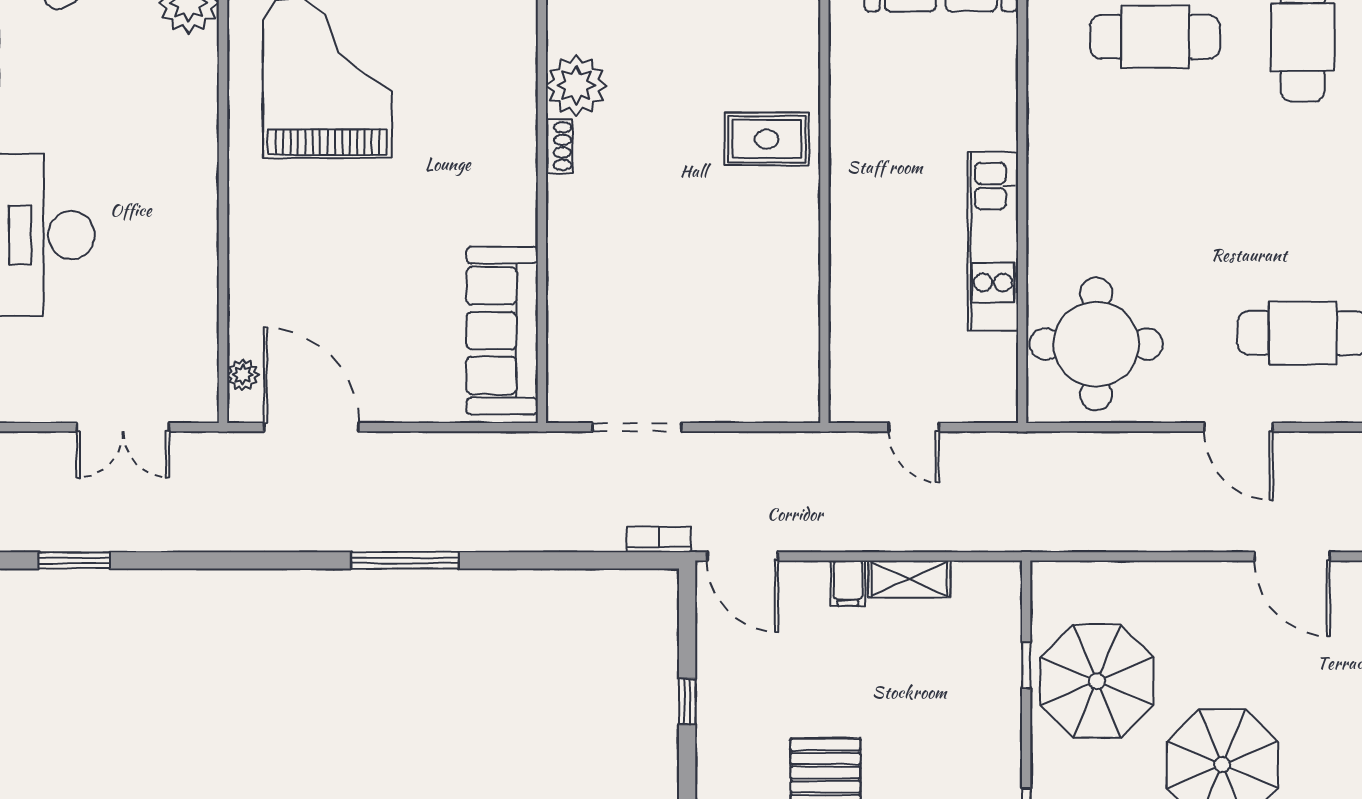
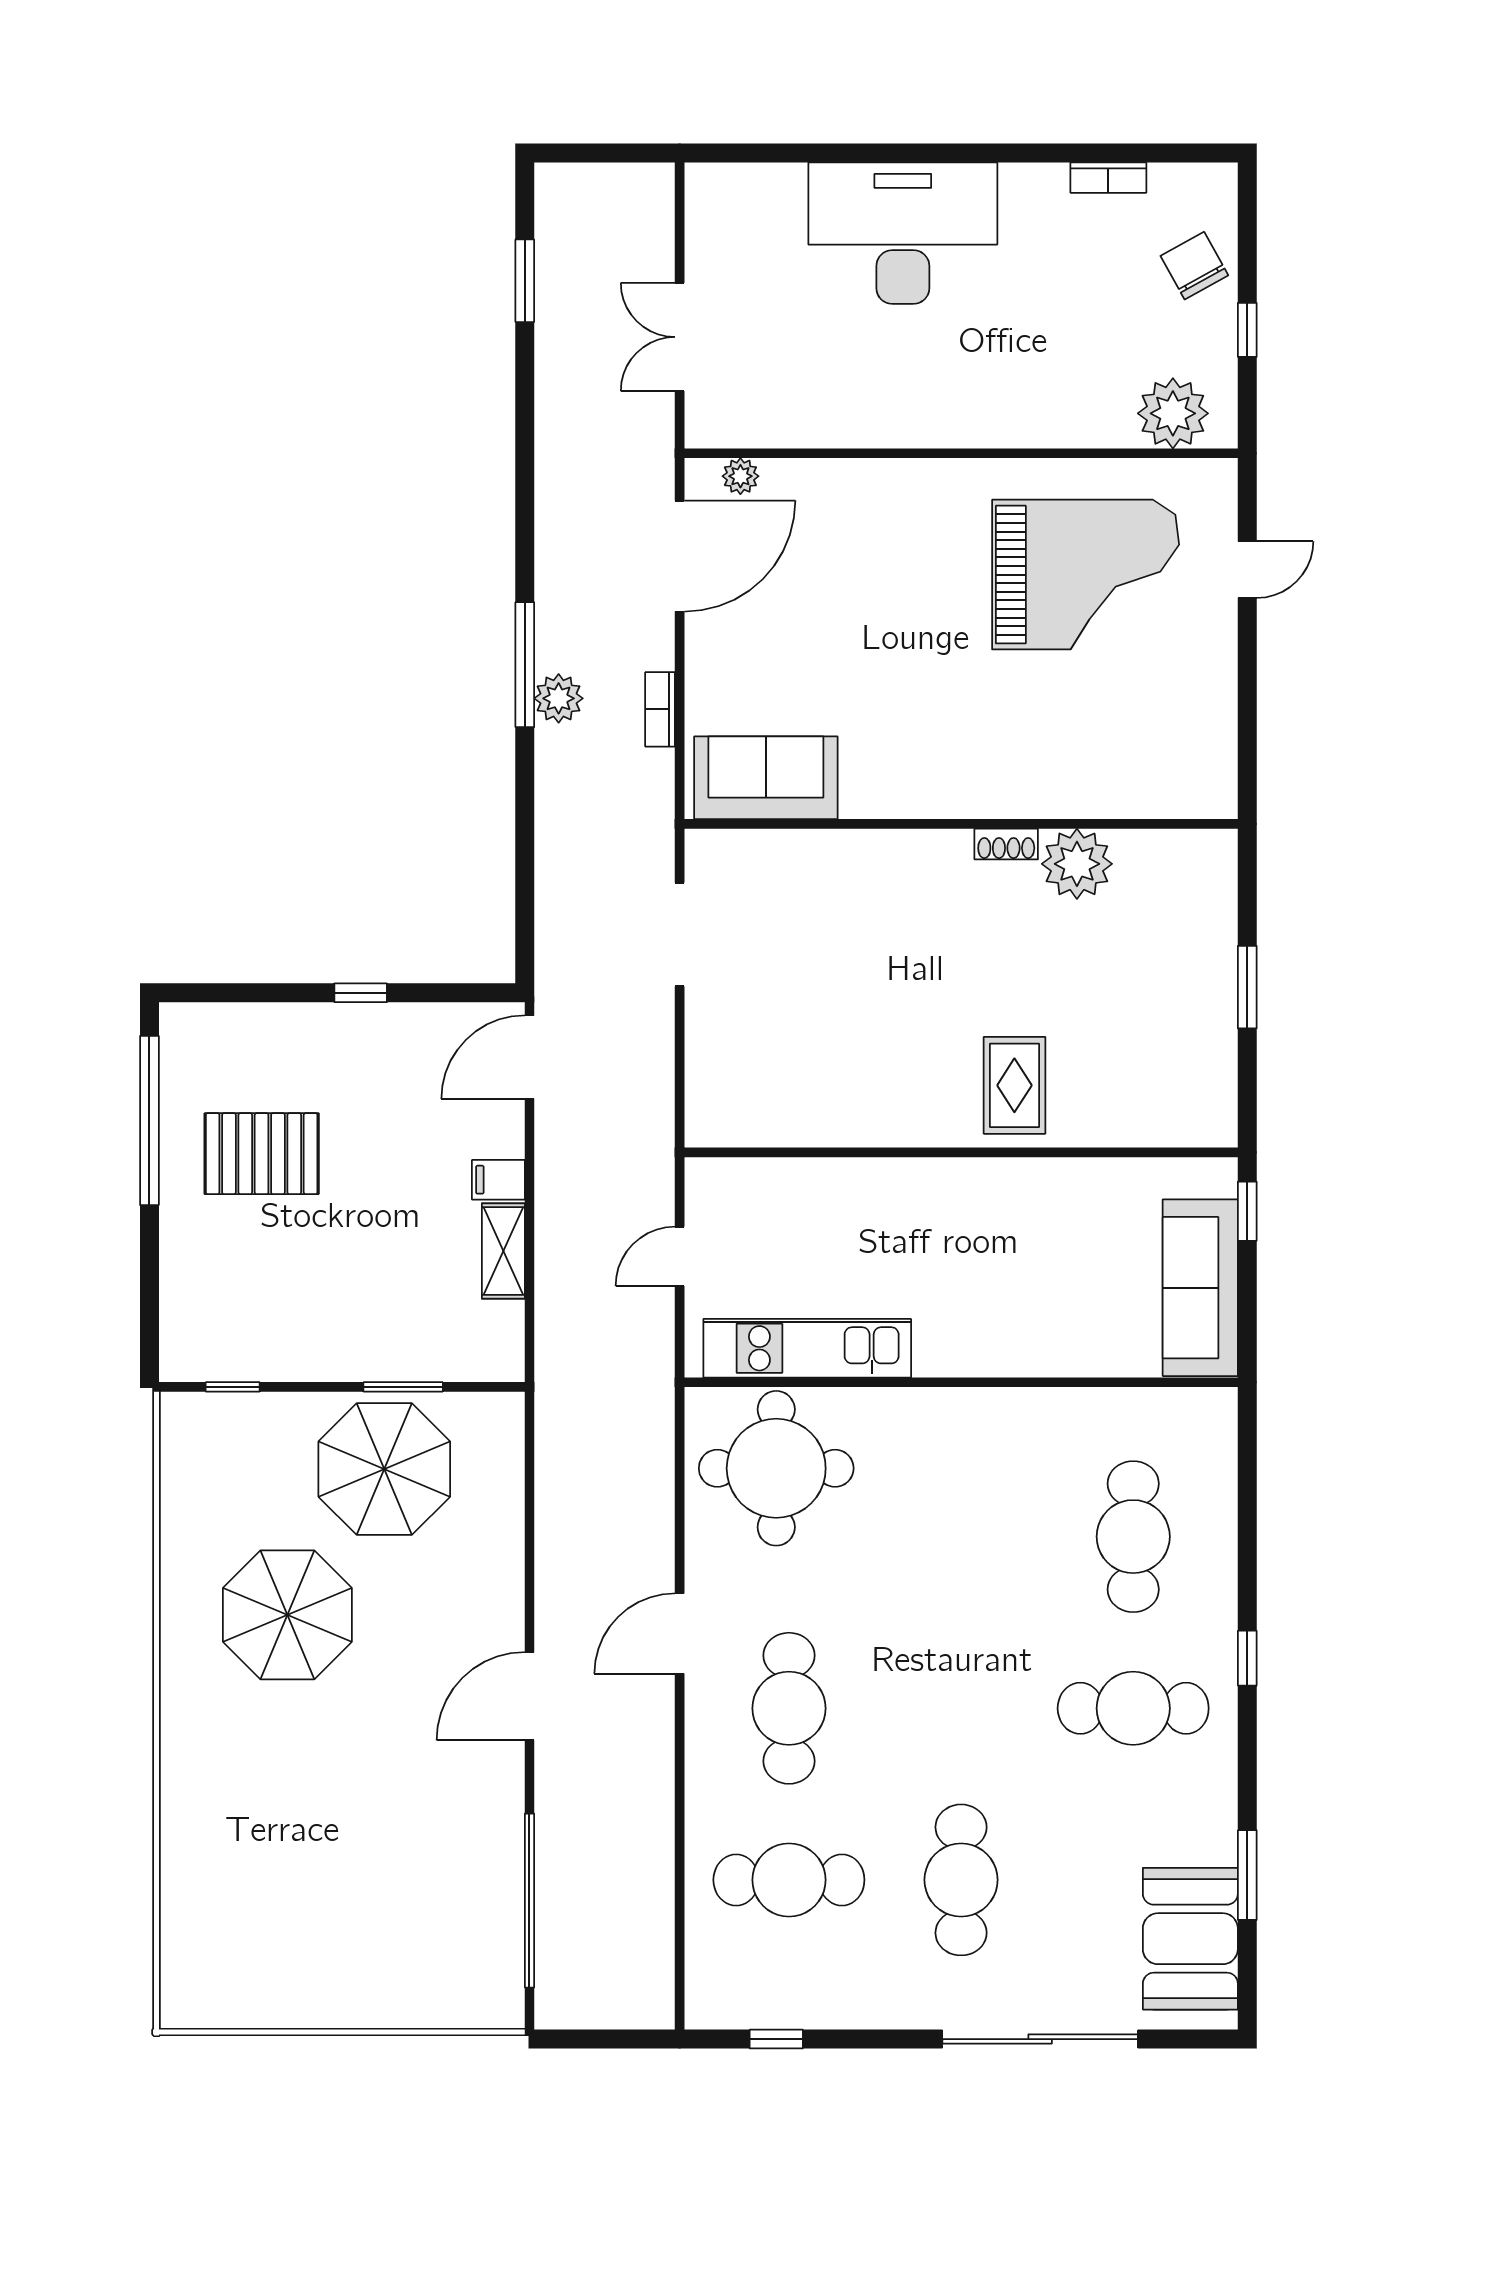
kitchen unit: (993, 241) -> (807, 1348), moved
sofa: (502, 331) -> (766, 778), width x0.73
plant: (434, 531) -> (559, 698), added
bookcase: (659, 539) -> (660, 709), moved, turned 180
window: (1026, 665) -> (403, 1387), width x1.50

